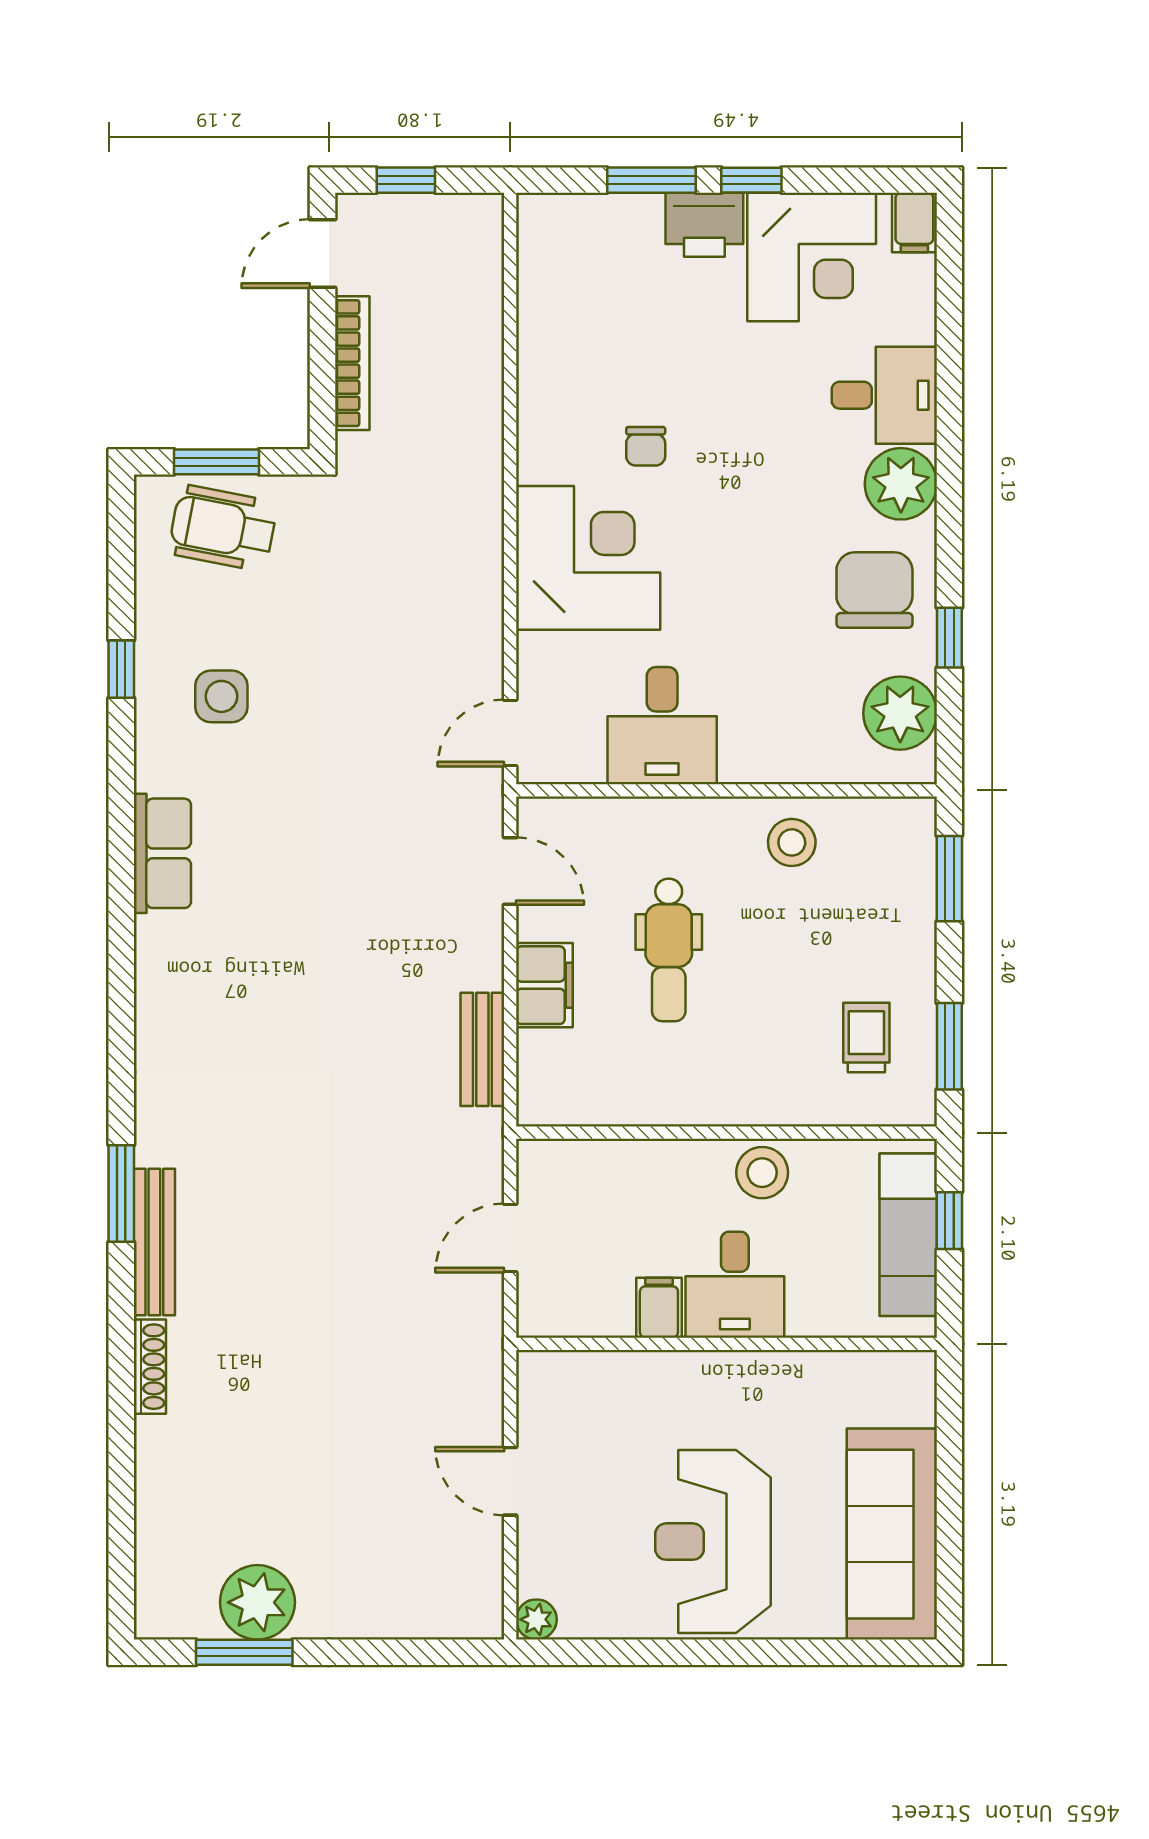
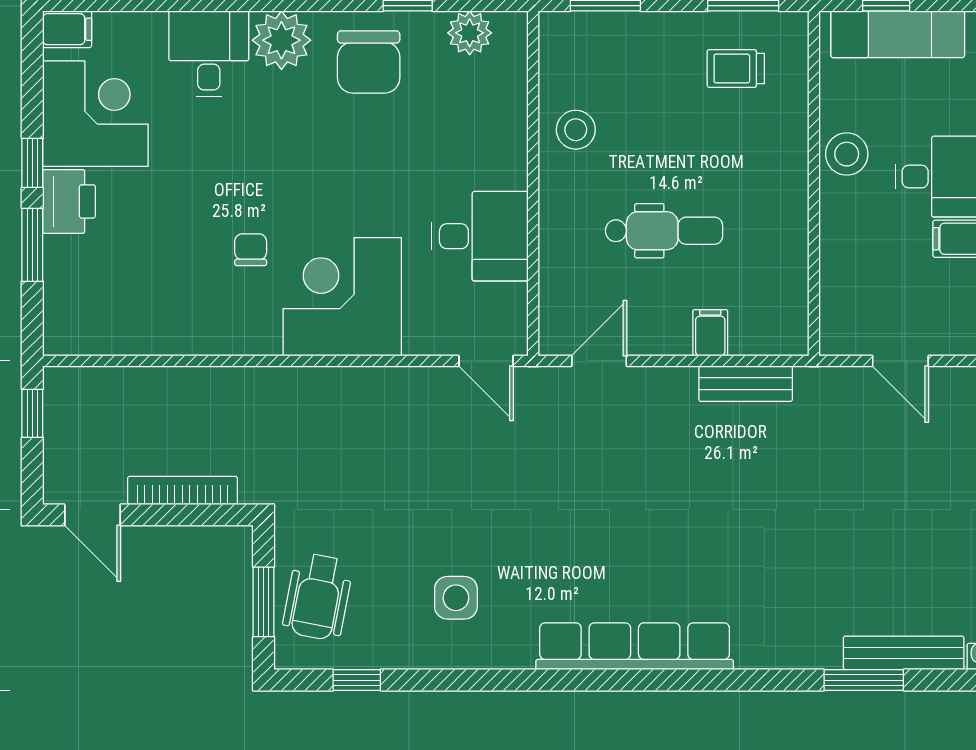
window: (406, 180) -> (32, 413), moved
chair: (646, 446) -> (251, 250), turned -90
chair: (874, 590) -> (369, 62), turned -90
window: (121, 669) -> (357, 680), moved
plant: (900, 713) -> (470, 33), width x0.73, depth x0.73
row of seats: (162, 853) -> (635, 646), width x2.02
filing cabinet: (544, 985) -> (710, 333), width x0.50

